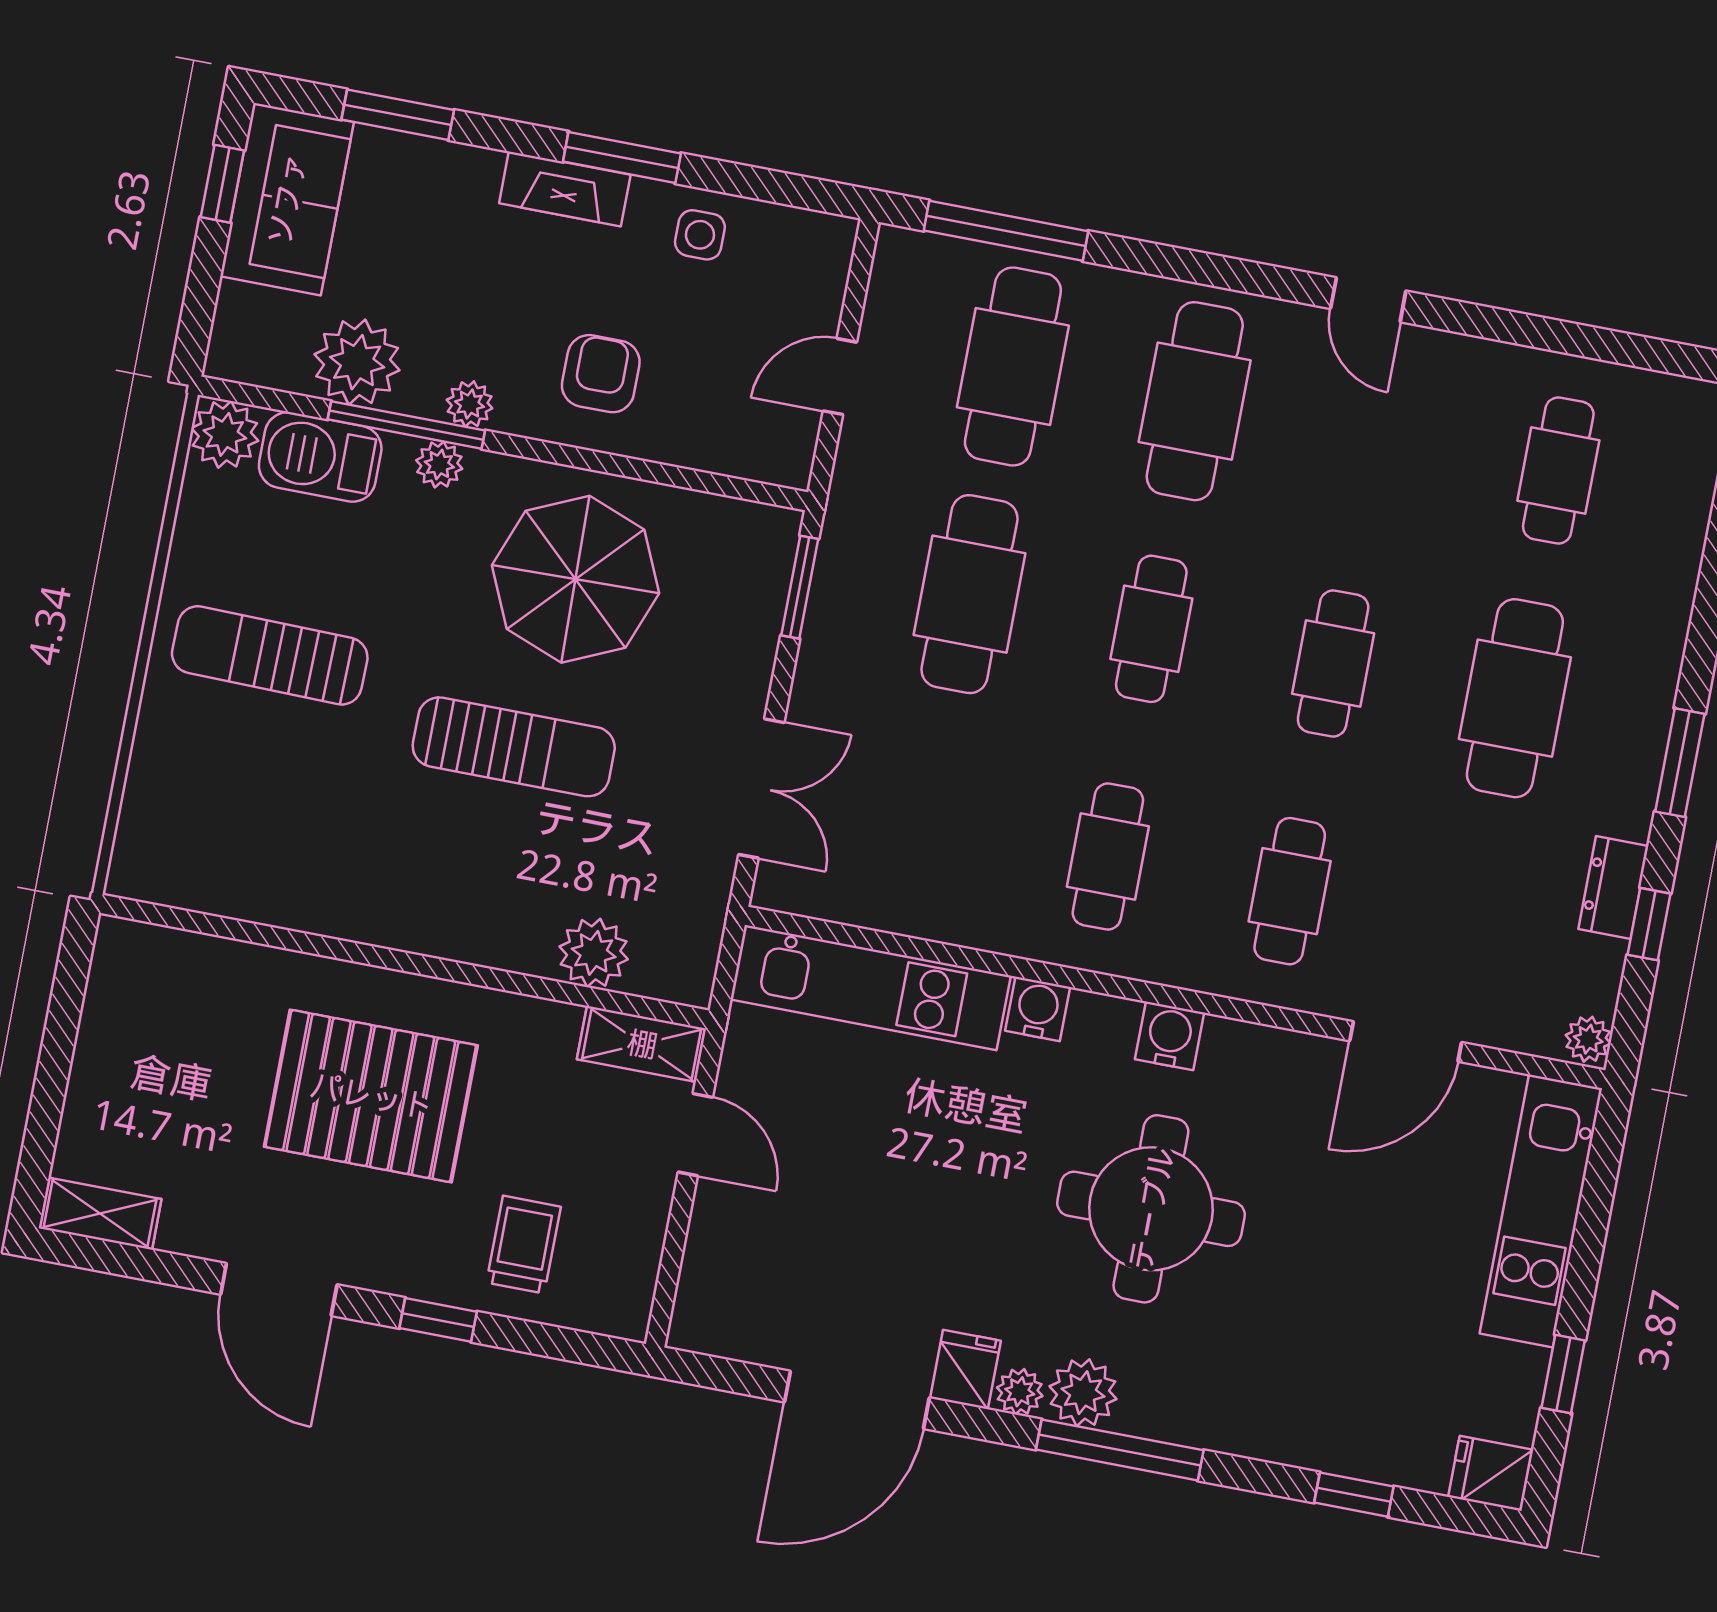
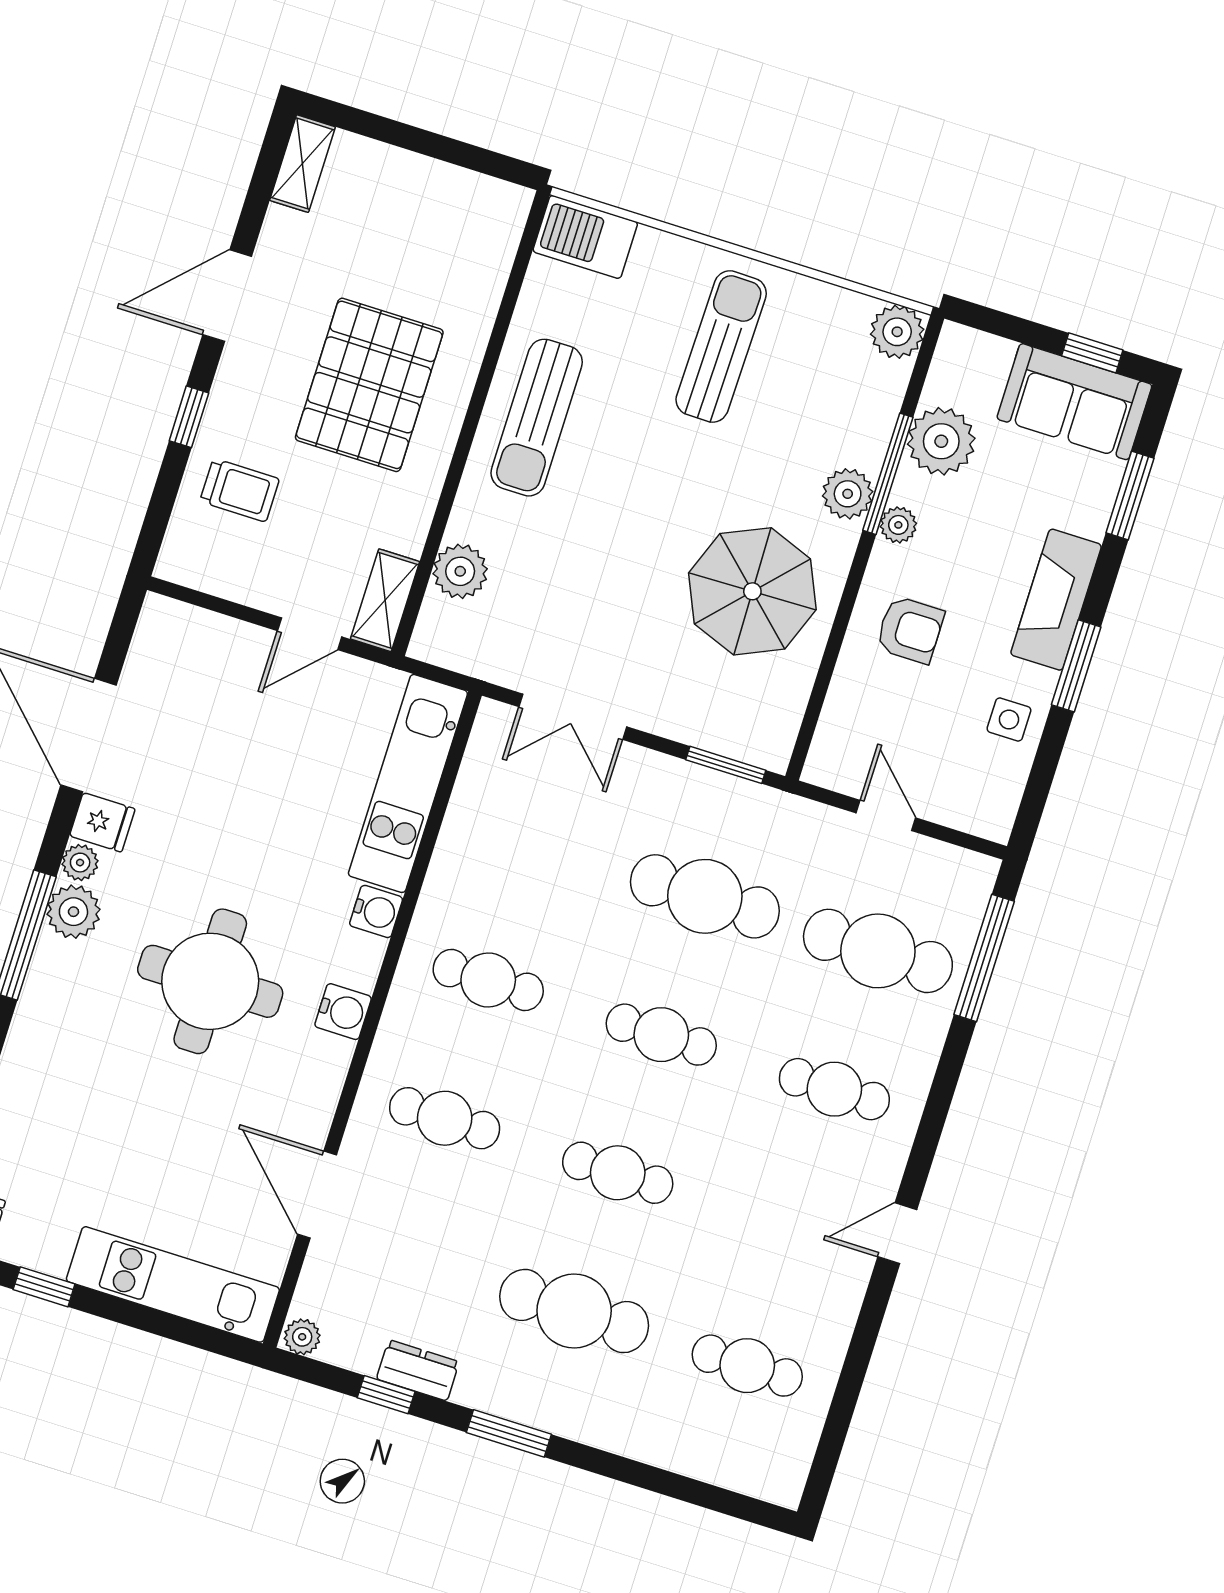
fireplace: (565, 189) -> (1056, 600), width x1.37, depth x1.32
cafe table: (1195, 401) -> (834, 1089), width x0.73, depth x0.74
barbecue: (320, 457) -> (585, 237), moved, turned -90
plant: (439, 464) -> (848, 494), width x1.38, depth x1.38
sun lounger: (514, 747) -> (537, 418), moved

